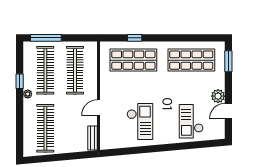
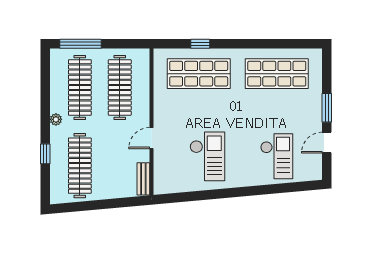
window: (228, 61) -> (327, 108), moved
window: (20, 81) -> (45, 154), moved
plant: (218, 96) -> (313, 122), removed
checkout: (191, 121) -> (277, 156), turned 180

